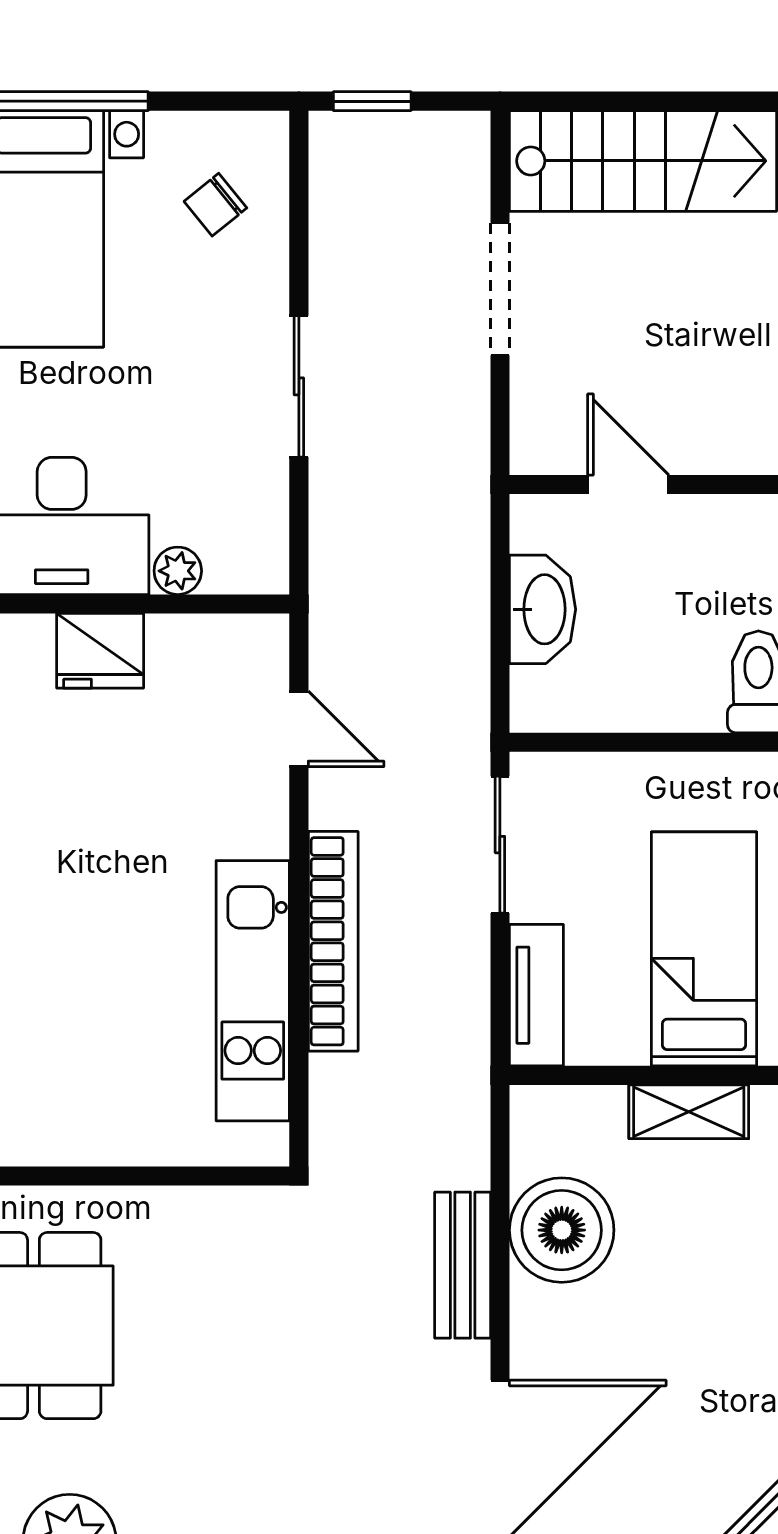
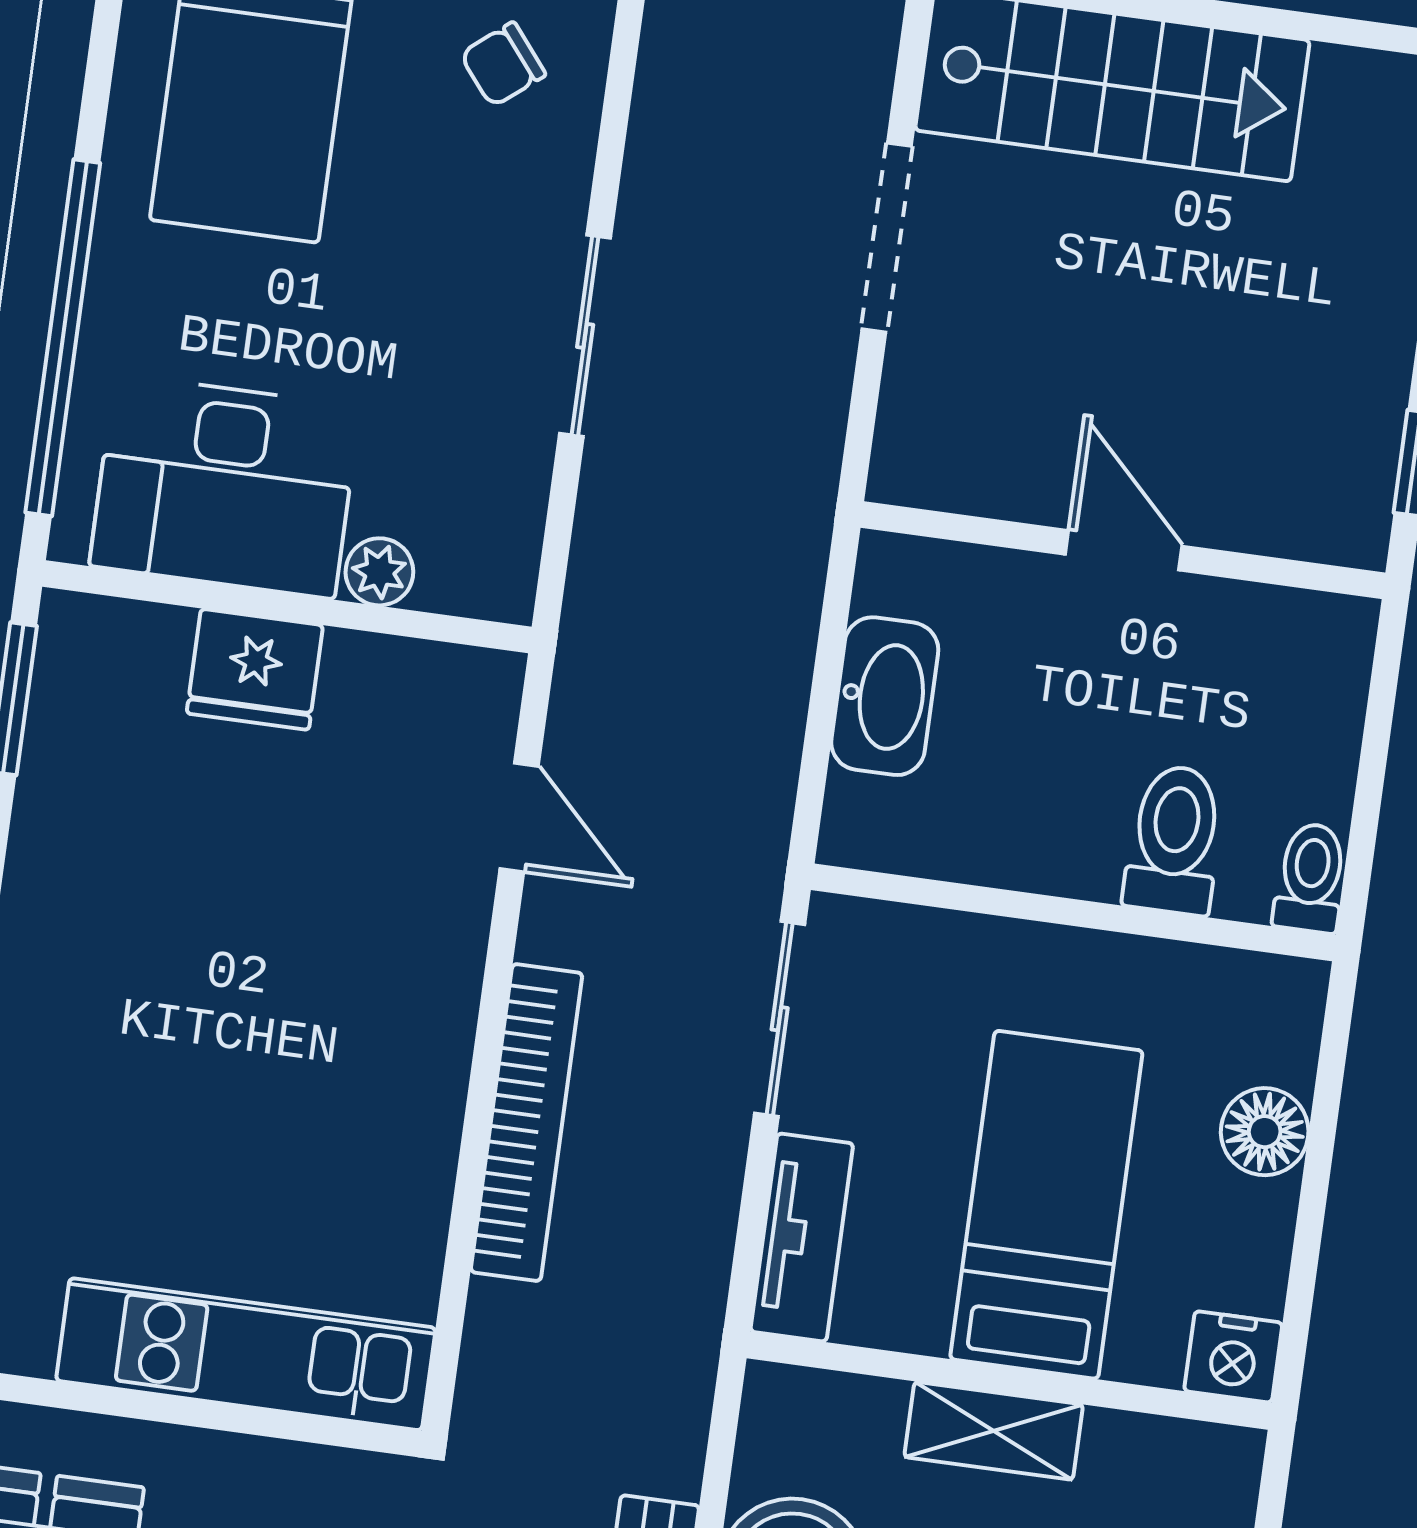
door: (628, 485) -> (1124, 550), moved
kitchen unit: (253, 991) -> (246, 1354), moved, turned 90

